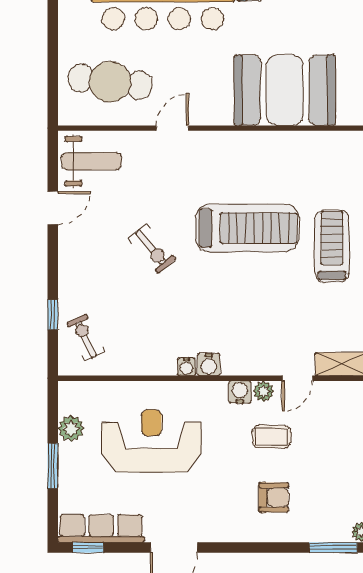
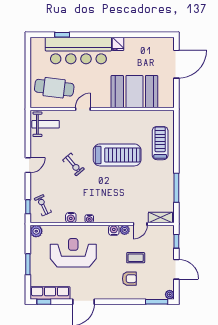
door: (53, 208) -> (28, 165), moved
treadmill: (332, 246) -> (160, 143), moved
window: (53, 315) -> (28, 207), moved
water cooler: (209, 365) -> (71, 218), moved
plant: (71, 428) -> (36, 231), moved
coffee table: (272, 437) -> (136, 258), moved

